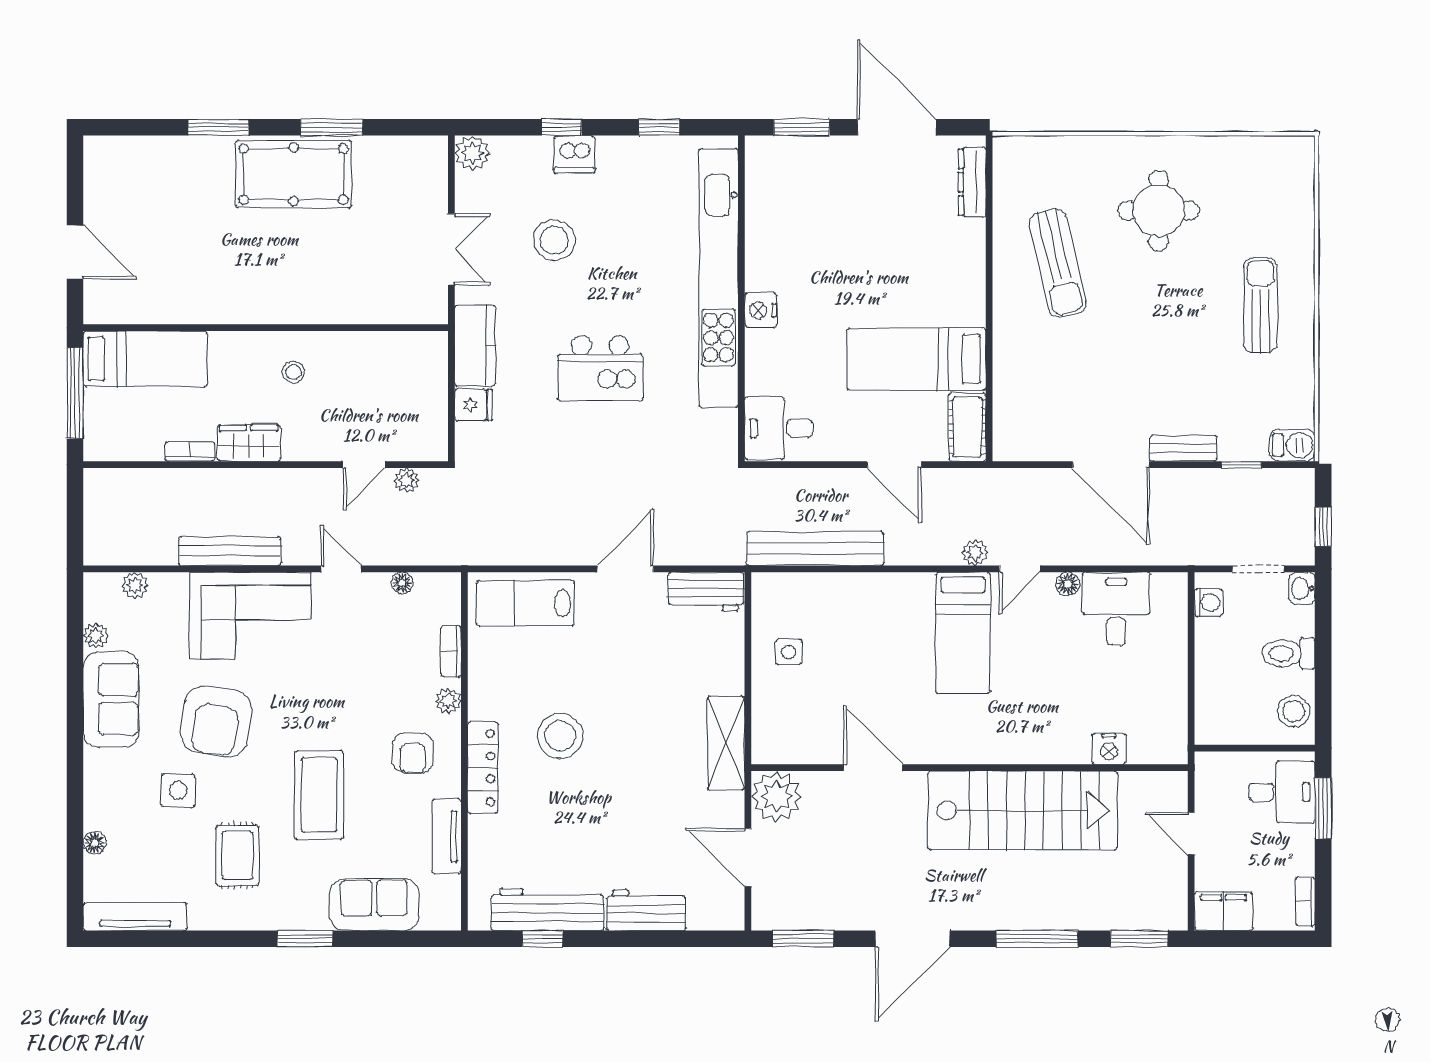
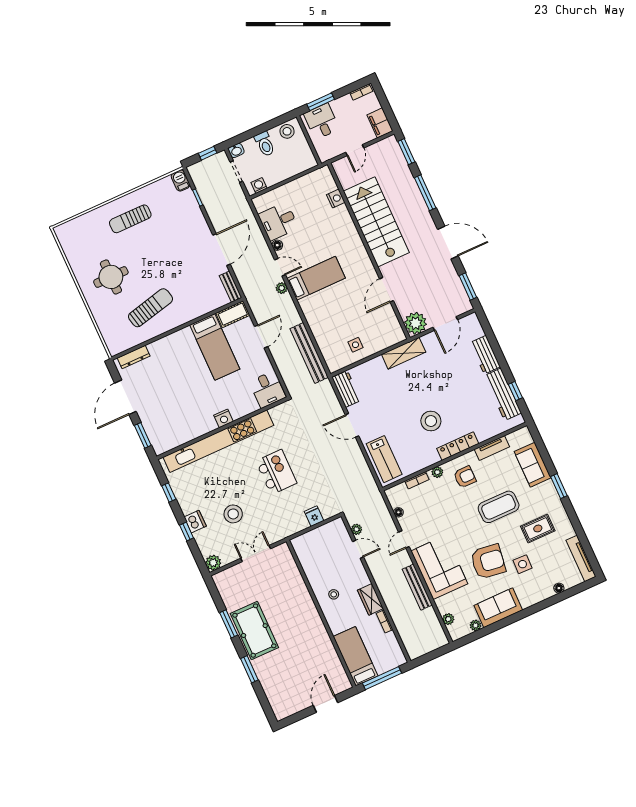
kitchen counter: (475, 346) -> (290, 526), removed
bench: (1183, 448) -> (231, 287), moved

